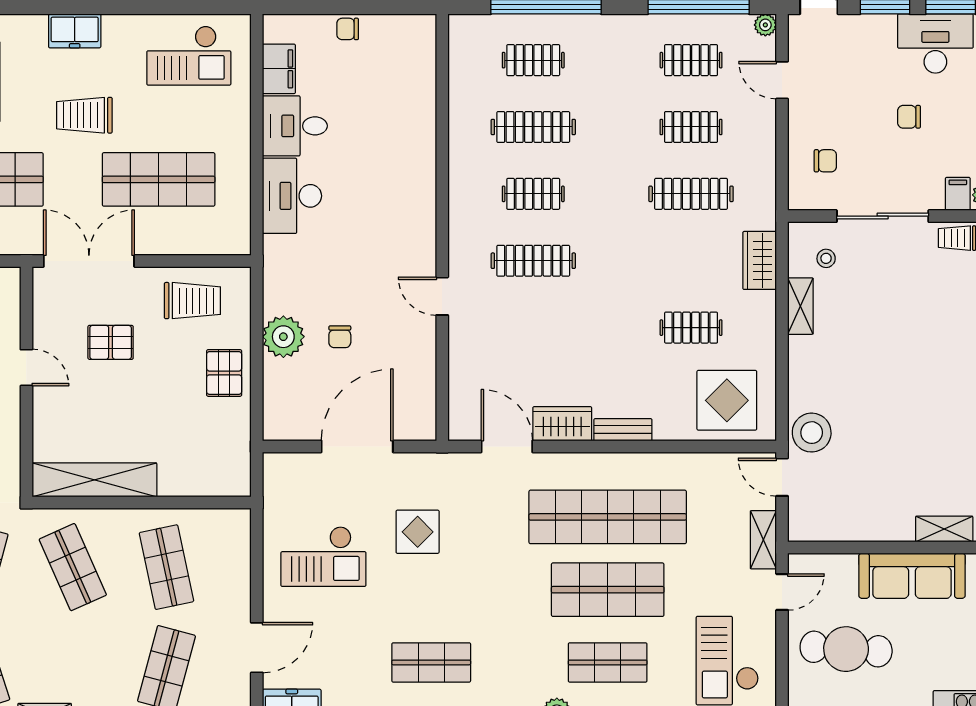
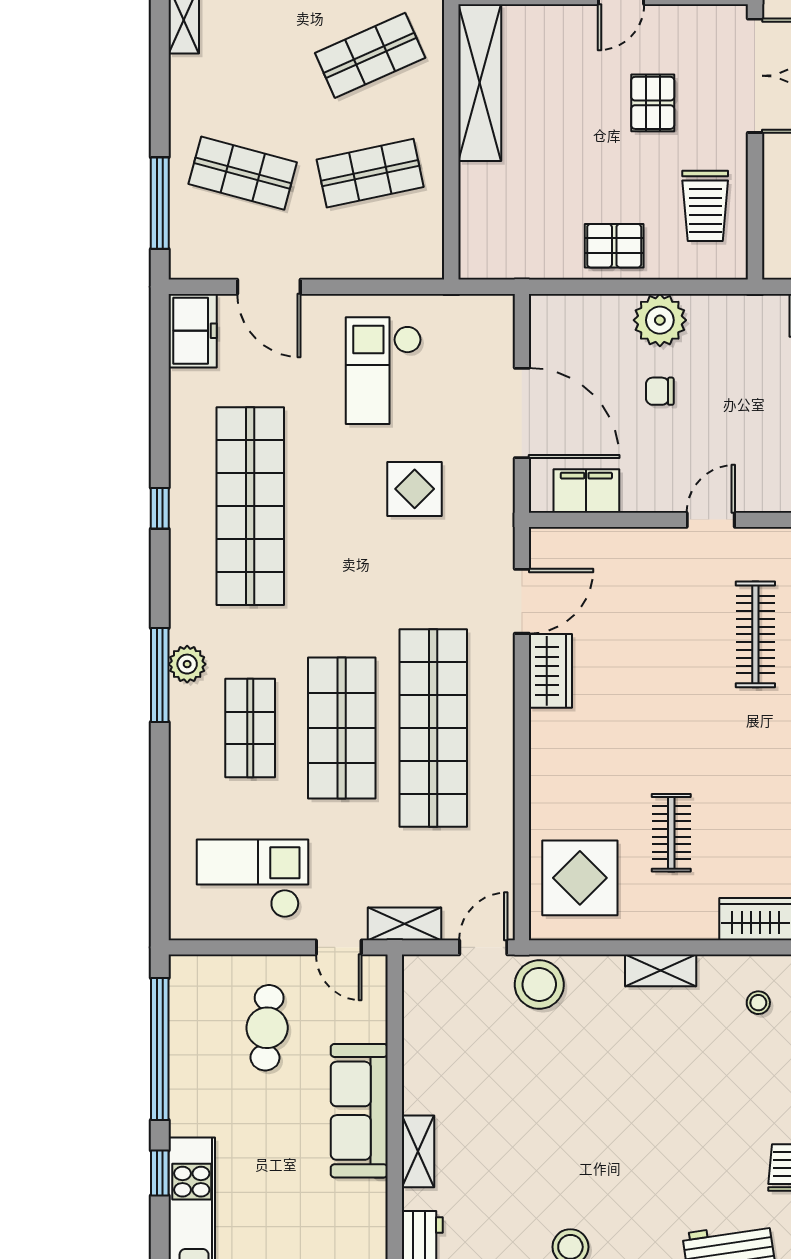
shelving: (800, 306) -> (661, 970), moved
filing cabinet: (419, 395) -> (586, 491), added
bench: (623, 430) -> (543, 747), removed
cafe table: (846, 649) -> (267, 1028), width x0.73, depth x0.74
shop shelf: (431, 662) -> (250, 506), width x2.00, depth x1.36

